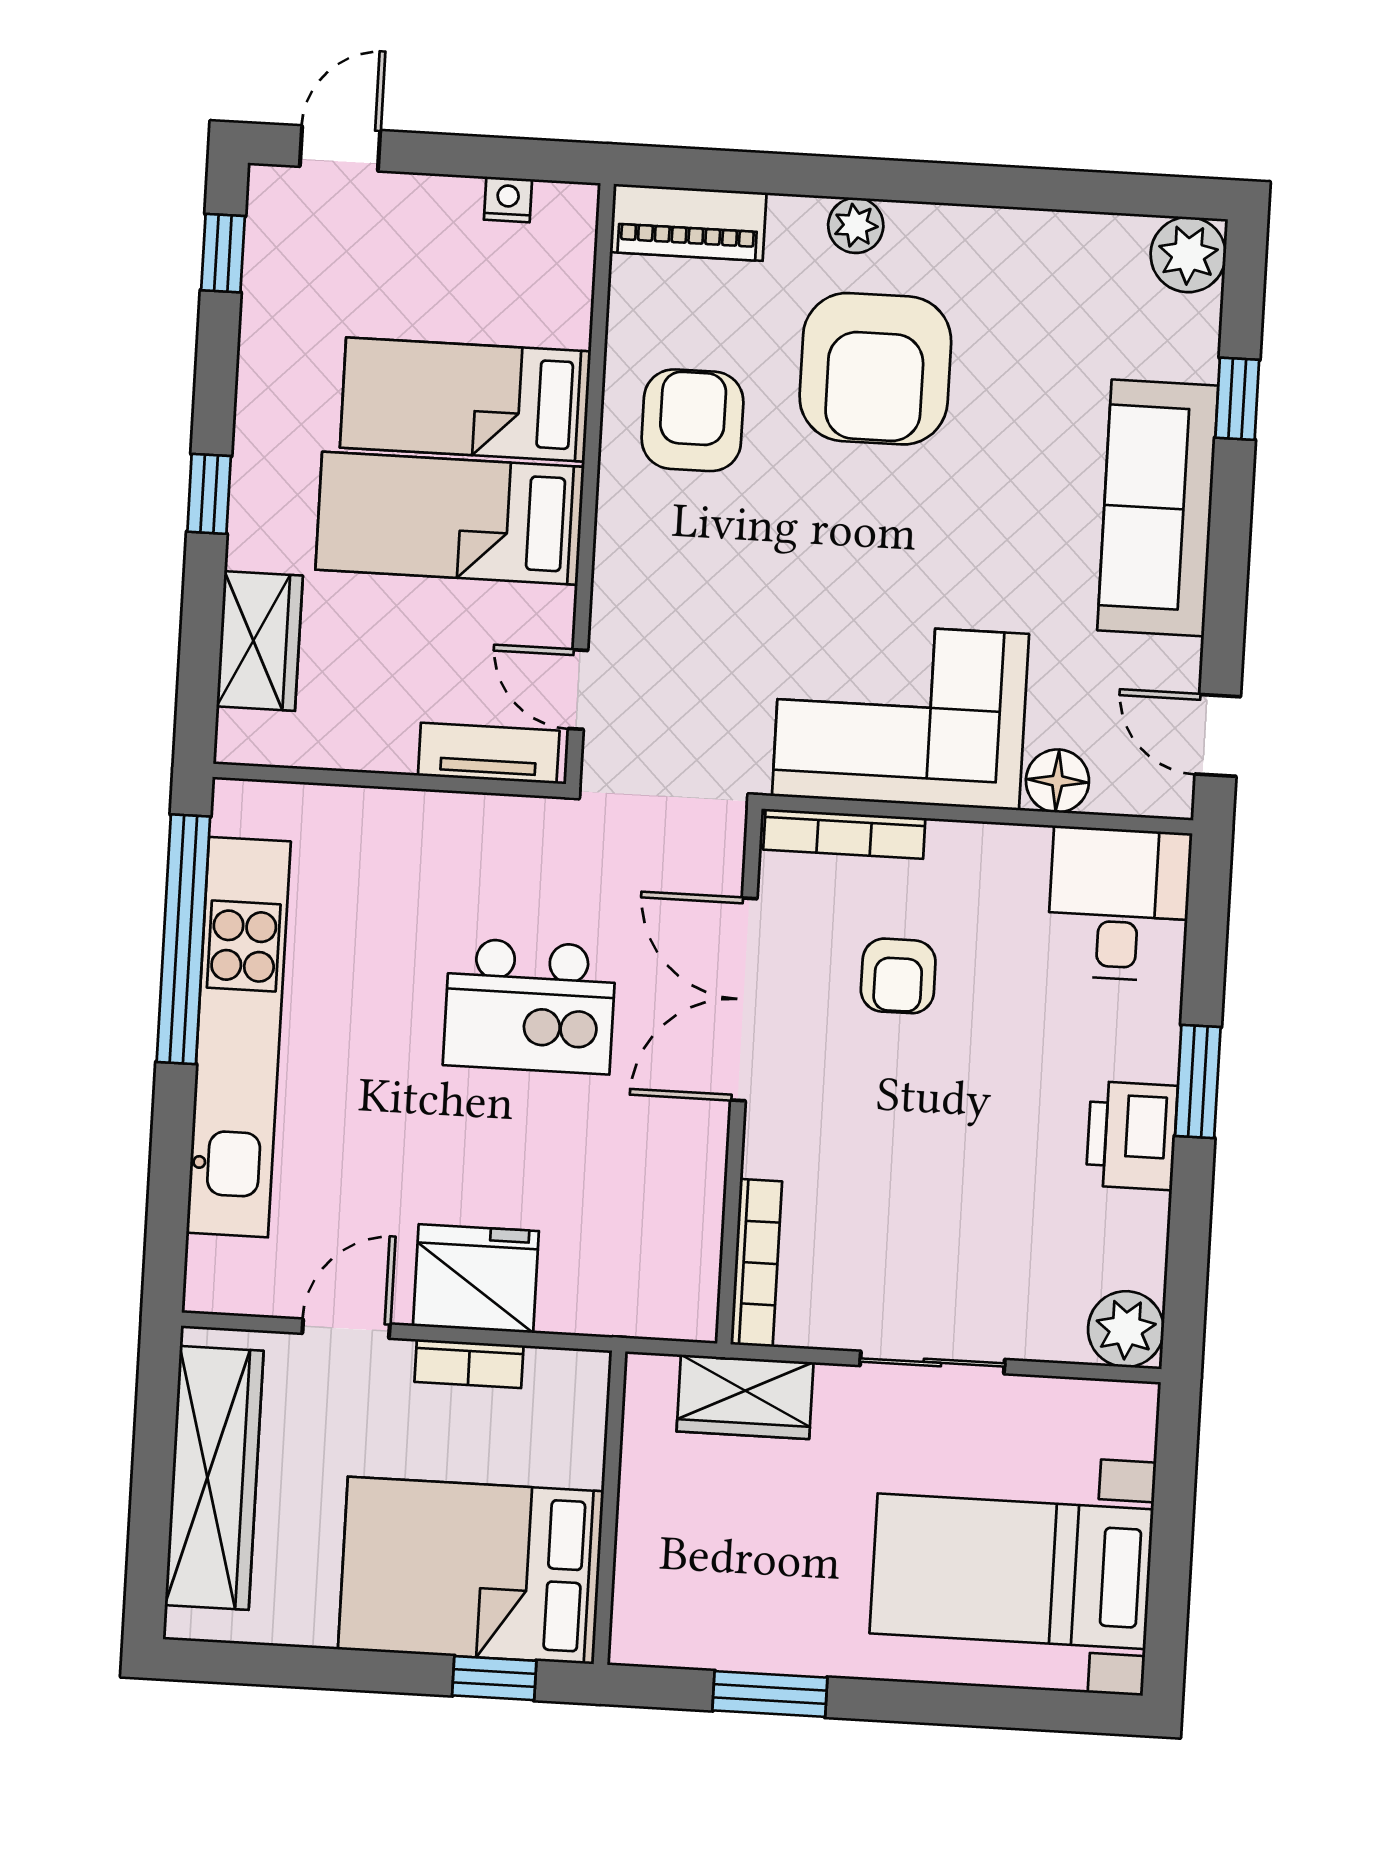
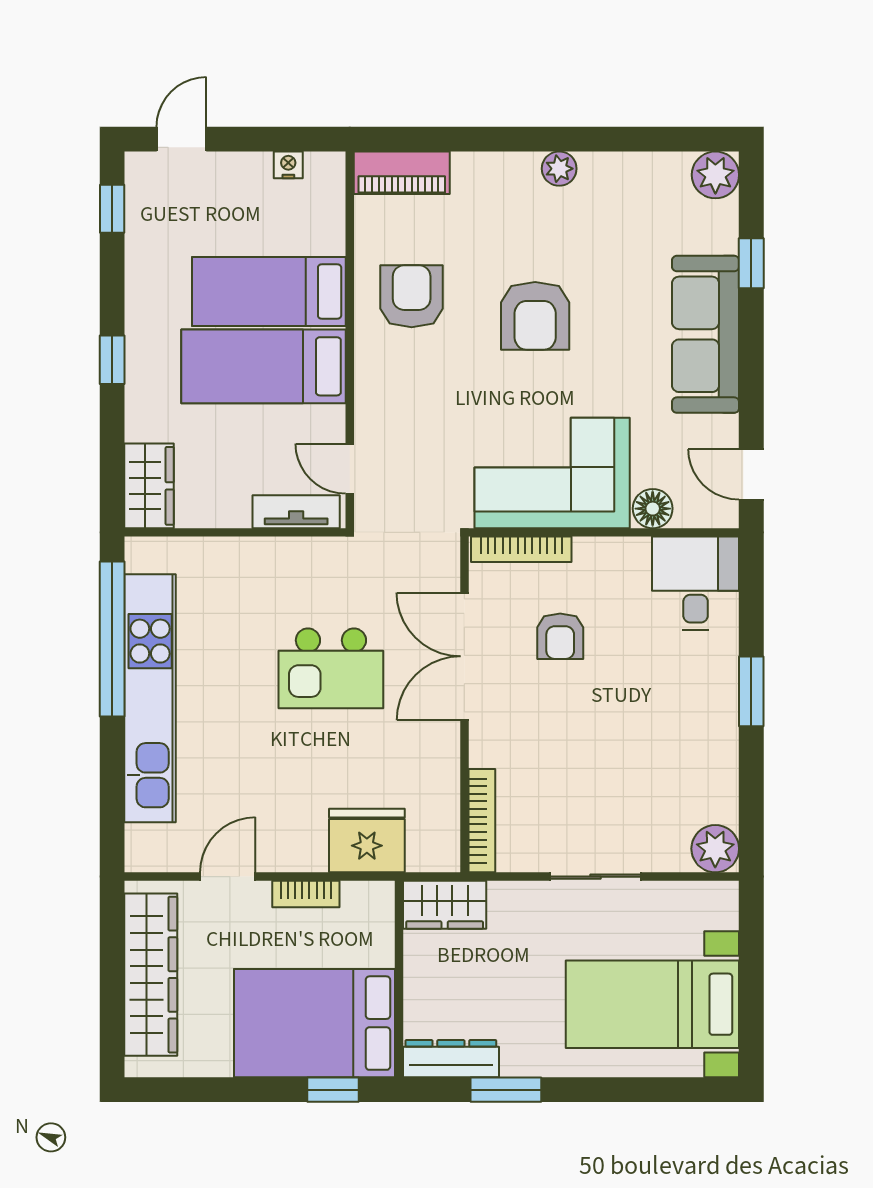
plant: (856, 225) -> (559, 169), moved
armchair: (875, 369) -> (535, 316), moved, width x0.73, depth x0.73
wardrobe: (260, 641) -> (149, 486), moved
printer: (1132, 1136) -> (712, 728), removed
fridge: (476, 1279) -> (367, 841), moved
wardrobe: (745, 1397) -> (445, 905), moved
dresser: (685, 1639) -> (451, 1059), added

